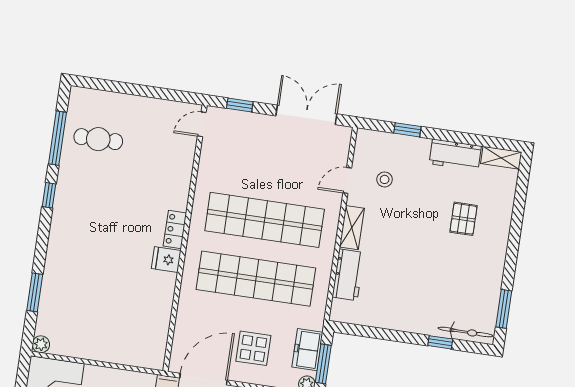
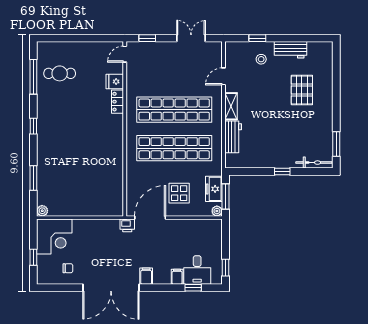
double door: (306, 115) -> (191, 38), width x0.73
shelving: (501, 158) -> (320, 47), removed
stool: (385, 179) -> (261, 59), moved
window: (49, 195) -> (33, 126), moved
pallet: (463, 219) -> (302, 90), width x1.50, depth x1.42
locker: (175, 229) -> (117, 102), moved
fridge: (166, 260) -> (115, 81), moved
window: (440, 342) -> (282, 172), moved

